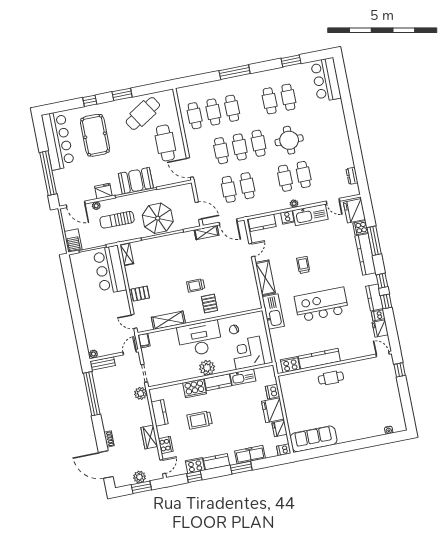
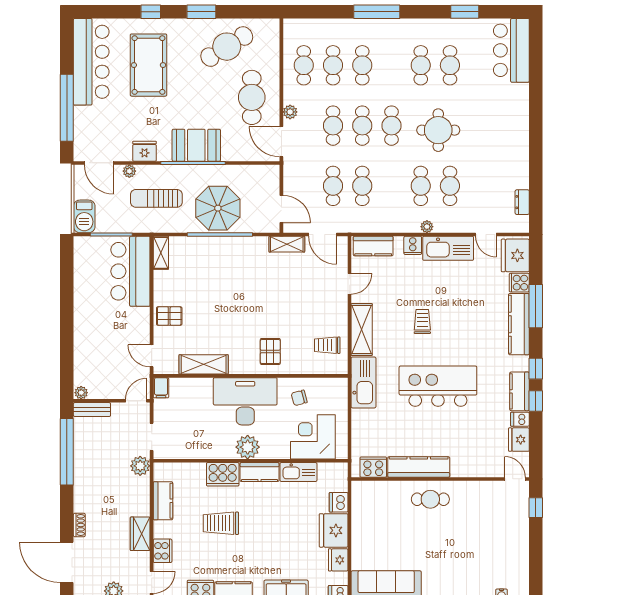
plant: (192, 147) -> (290, 112), added
trolley: (196, 285) -> (327, 345), moved

